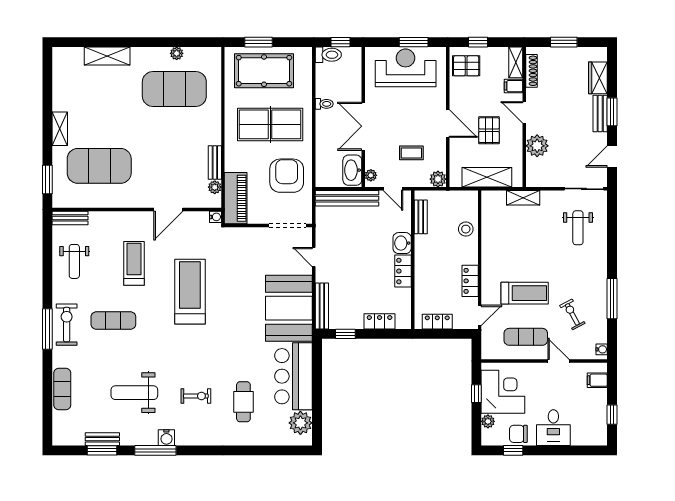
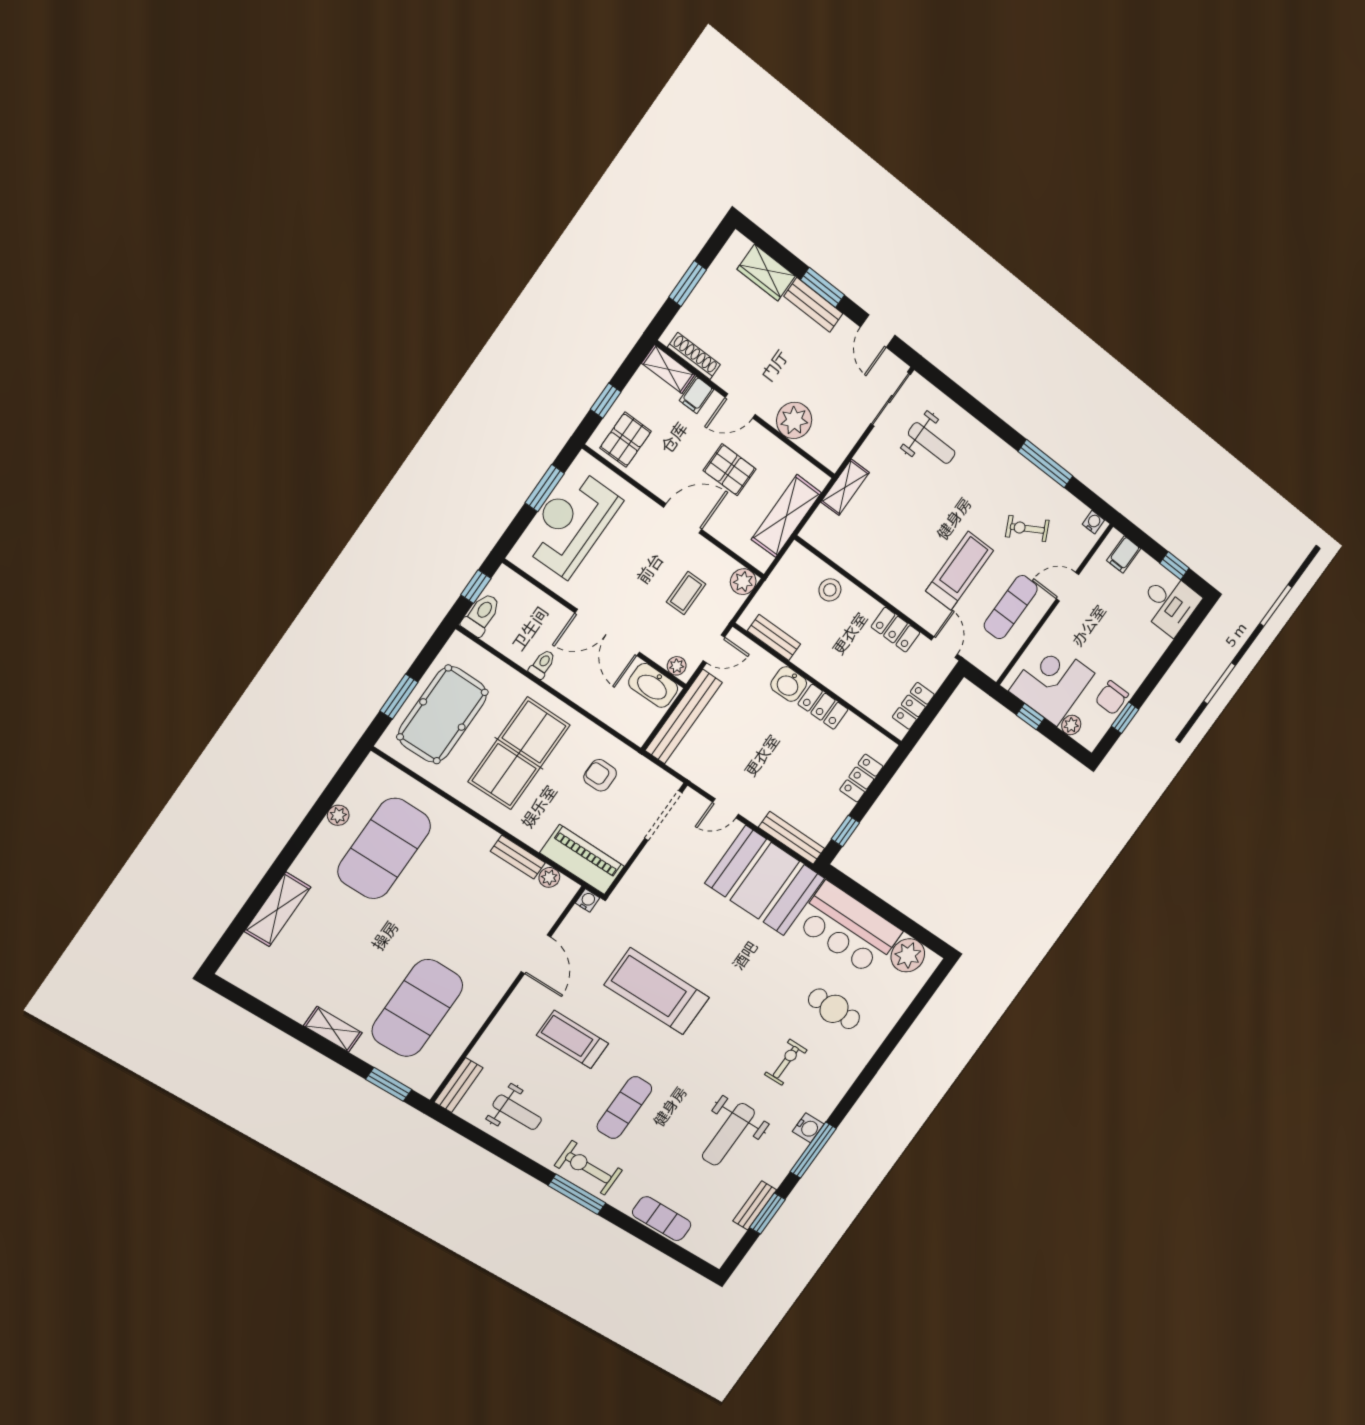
armchair: (287, 176) -> (600, 775), width x0.53, depth x0.53
desk: (553, 428) -> (1169, 603), moved

